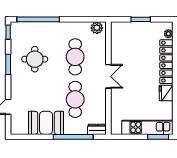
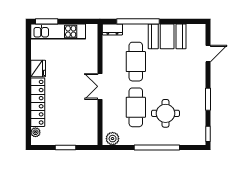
window: (38, 19) -> (157, 148), moved
round table: (35, 59) -> (166, 113), moved

